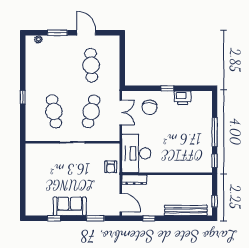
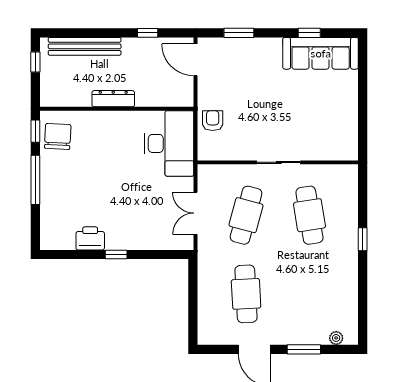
chair: (150, 107) -> (58, 136), moved
dresser: (134, 180) -> (113, 99), moved
sofa: (70, 206) -> (321, 53), moved, width x1.36

